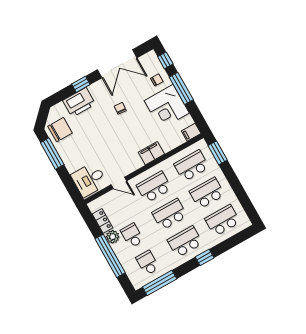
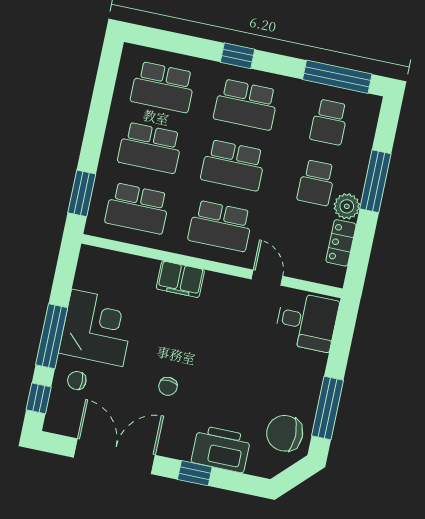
filing cabinet: (191, 132) -> (94, 258), removed
window: (110, 256) -> (375, 181), width x0.68

